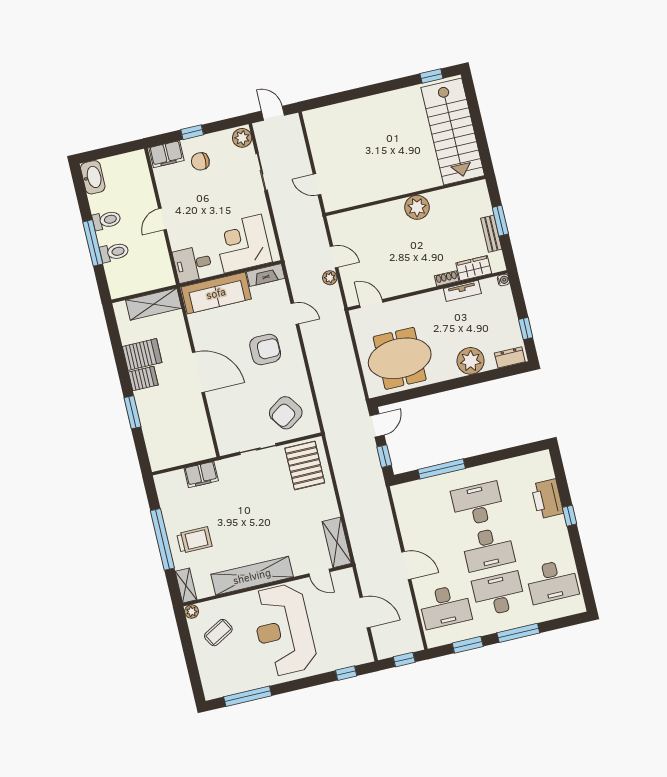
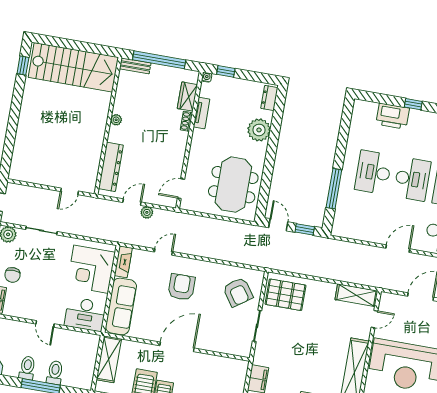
plant: (417, 207) -> (116, 120), width x0.53, depth x0.53
dresser: (362, 218) -> (111, 167), added
window: (500, 221) -> (159, 60), width x2.11
bench: (491, 234) -> (135, 66), moved
desk: (193, 264) -> (85, 314), width x1.37
window: (526, 329) -> (226, 71), moved

